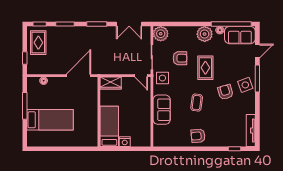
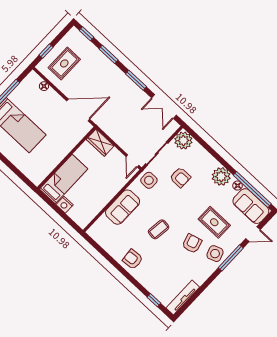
rug: (38, 43) -> (64, 63), moved
rug: (205, 68) -> (214, 222), moved, turned 90

